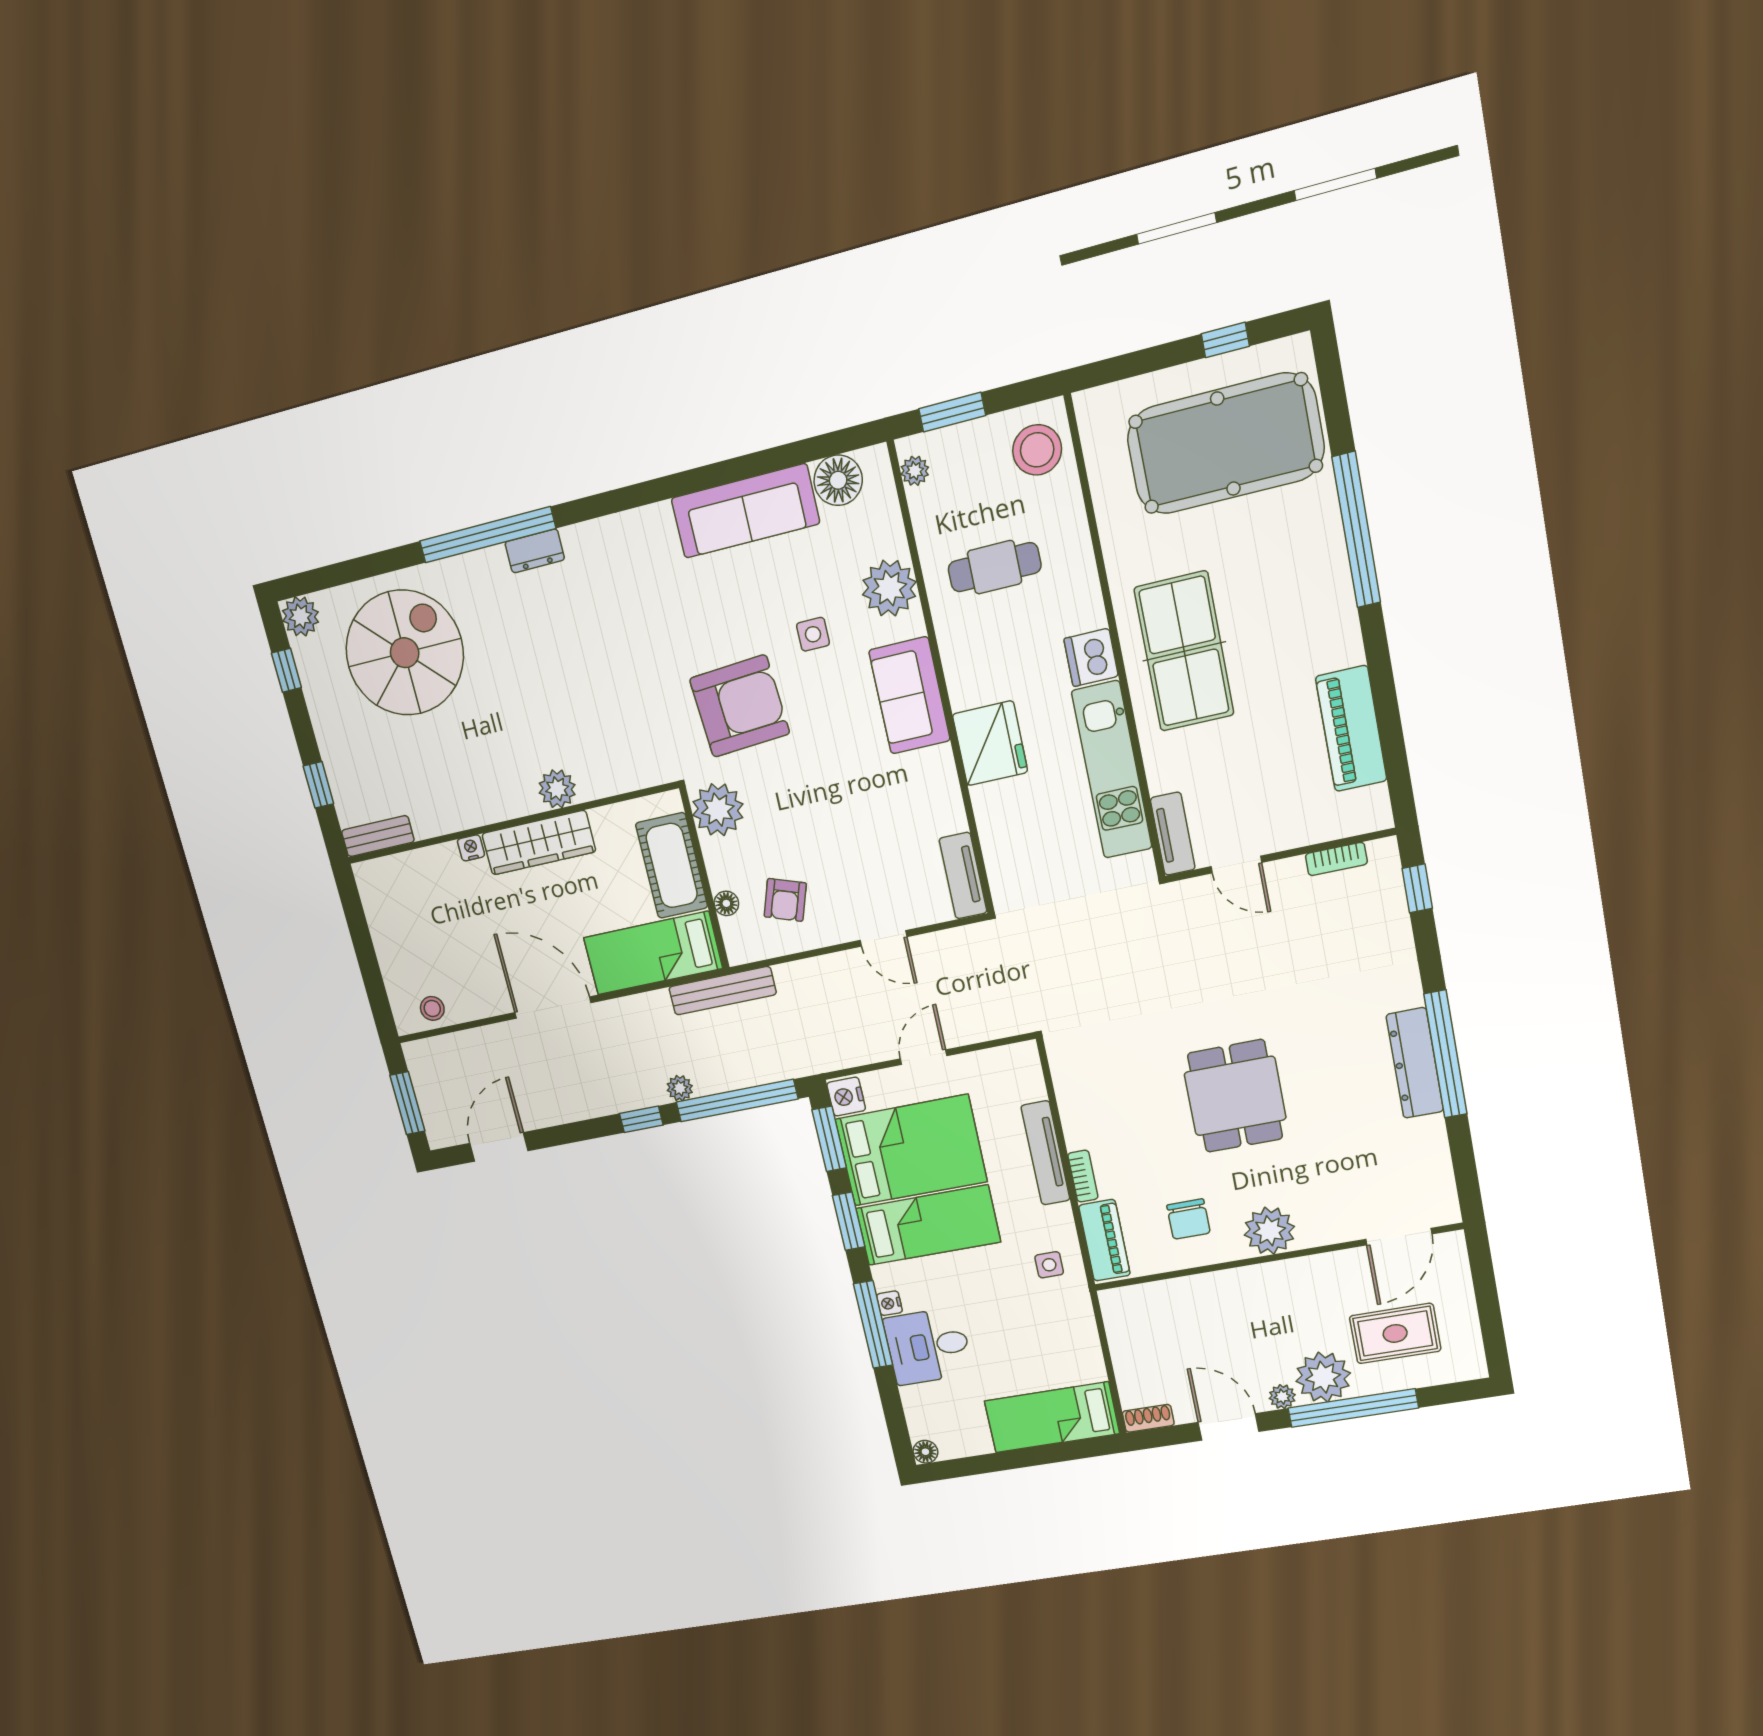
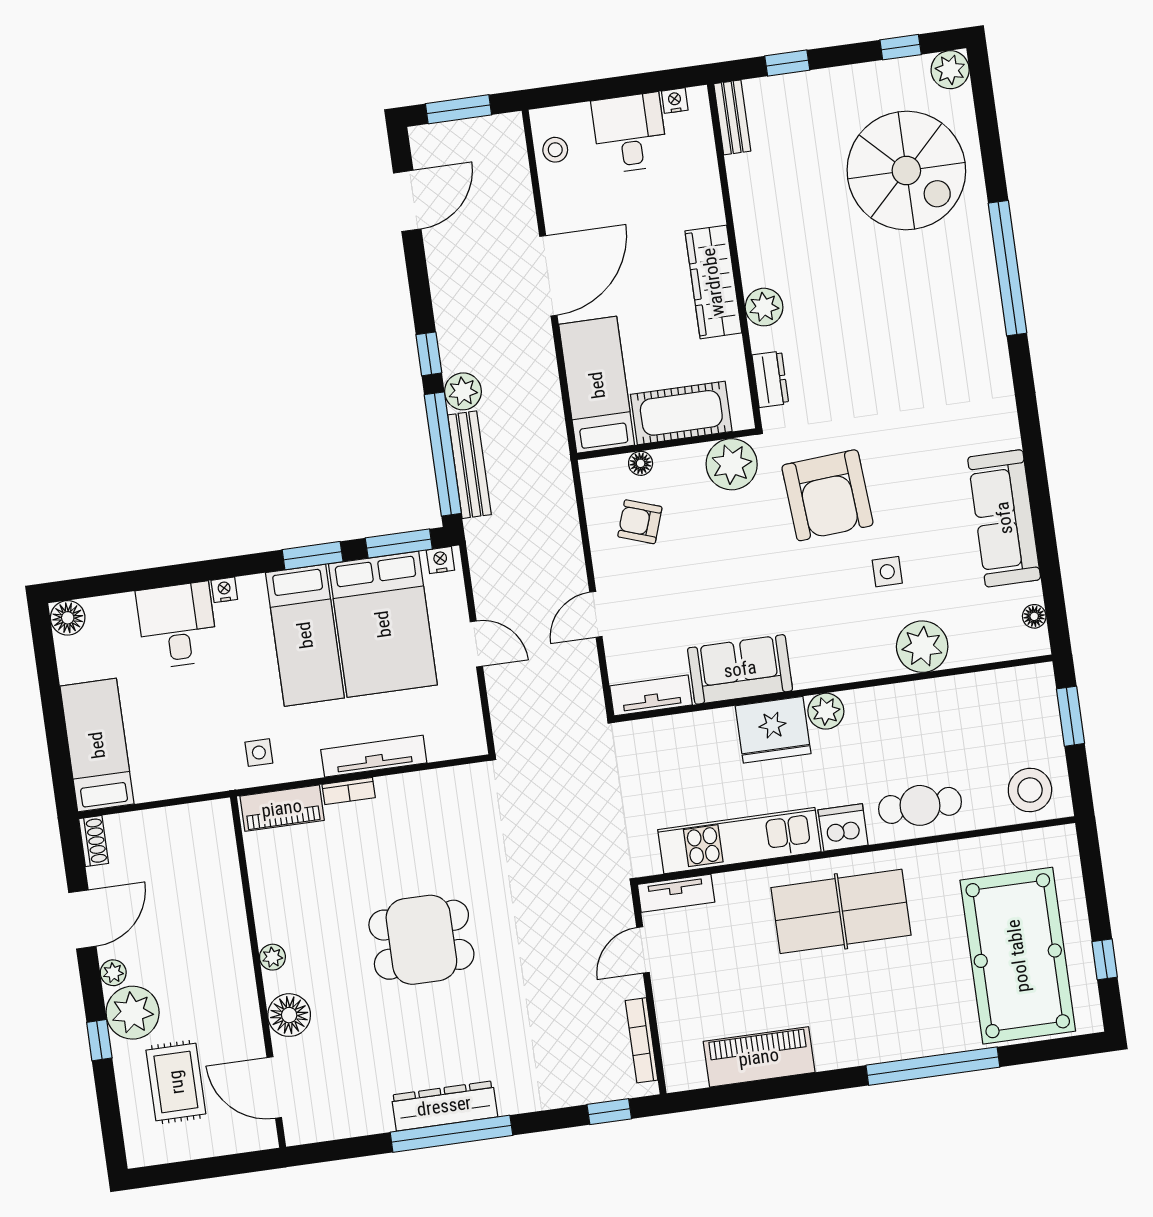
plant: (915, 471) -> (826, 711), moved, width x1.38, depth x1.38
floor lamp: (838, 480) -> (1034, 616), width x0.53, depth x0.53
dresser: (535, 551) -> (770, 379), moved, turned 180
cafe table: (995, 567) -> (920, 805), moved, turned 90
sofa: (909, 695) -> (740, 669), moved
nightstand: (471, 848) -> (675, 101), moved, turned -90
bookcase: (1336, 859) -> (642, 1040), width x1.56
desk: (407, 937) -> (630, 133), added
bench: (723, 991) -> (469, 465), moved
plant: (680, 1088) -> (463, 391), width x1.38, depth x1.38
nightstand: (846, 1097) -> (440, 560), width x0.72, depth x0.74
door: (499, 1147) -> (407, 201), hinge flipped
chair: (1188, 1219) -> (300, 890), removed
floor lamp: (1321, 1225) -> (289, 1015), added
plant: (1269, 1231) -> (272, 957), width x0.53, depth x0.53
window: (873, 1325) -> (202, 571), removed
window: (1353, 1408) -> (99, 1040), width x0.32
floor lamp: (925, 1452) -> (68, 618), width x1.37, depth x1.37

